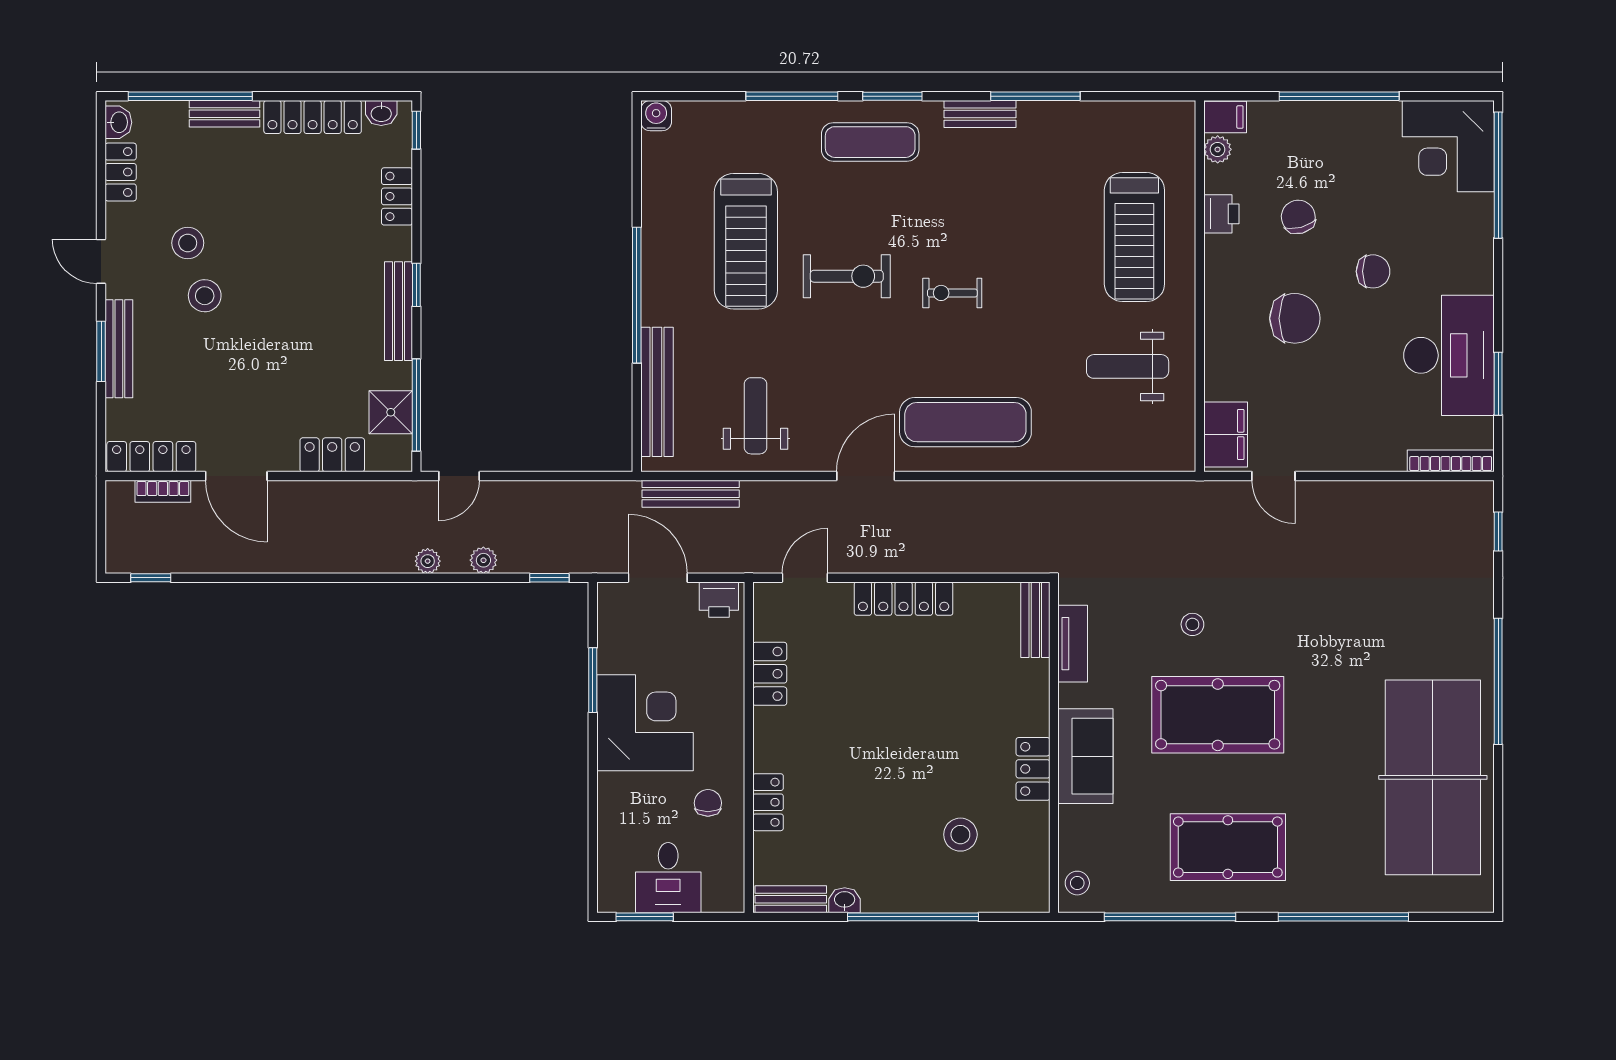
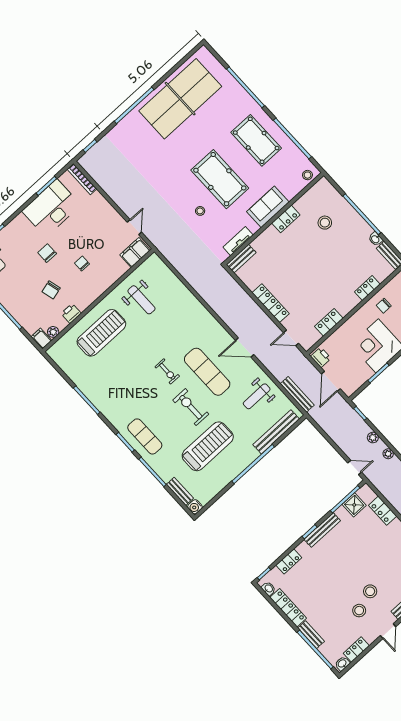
bench: (980, 114) -> (180, 491), moved
chair: (1295, 318) -> (82, 264), width x0.54, depth x0.54
exercise mat: (965, 422) -> (207, 372), moved

